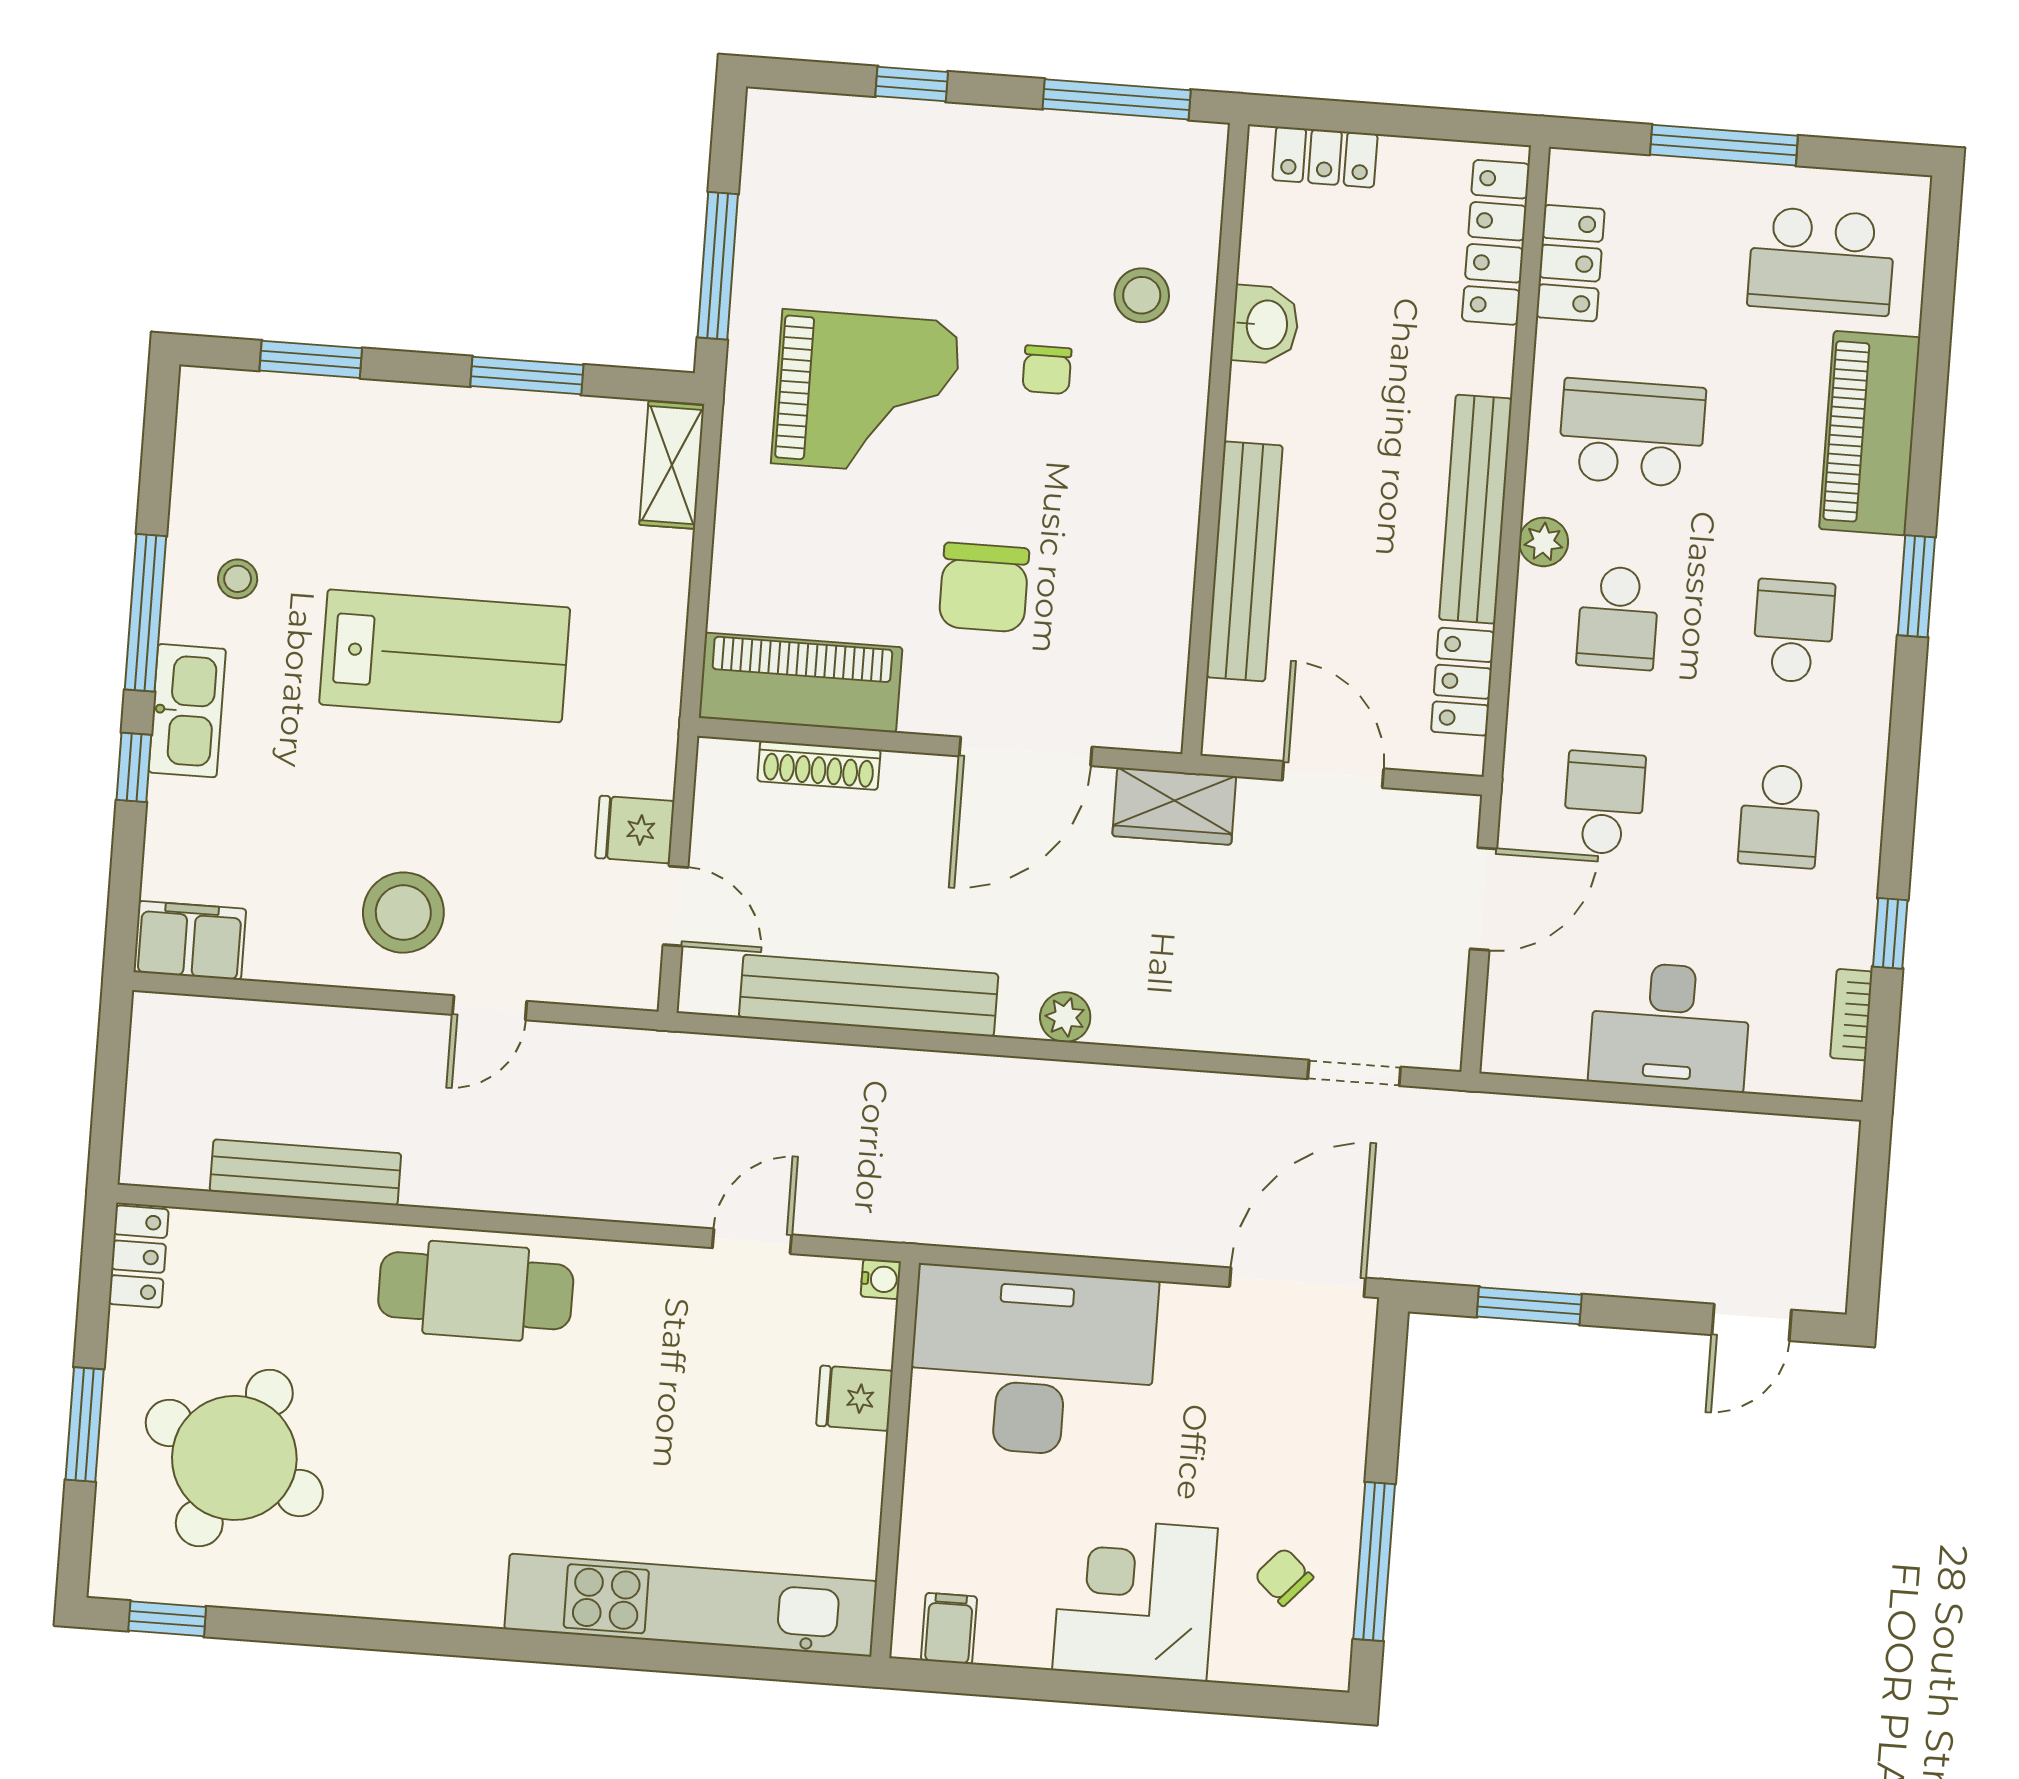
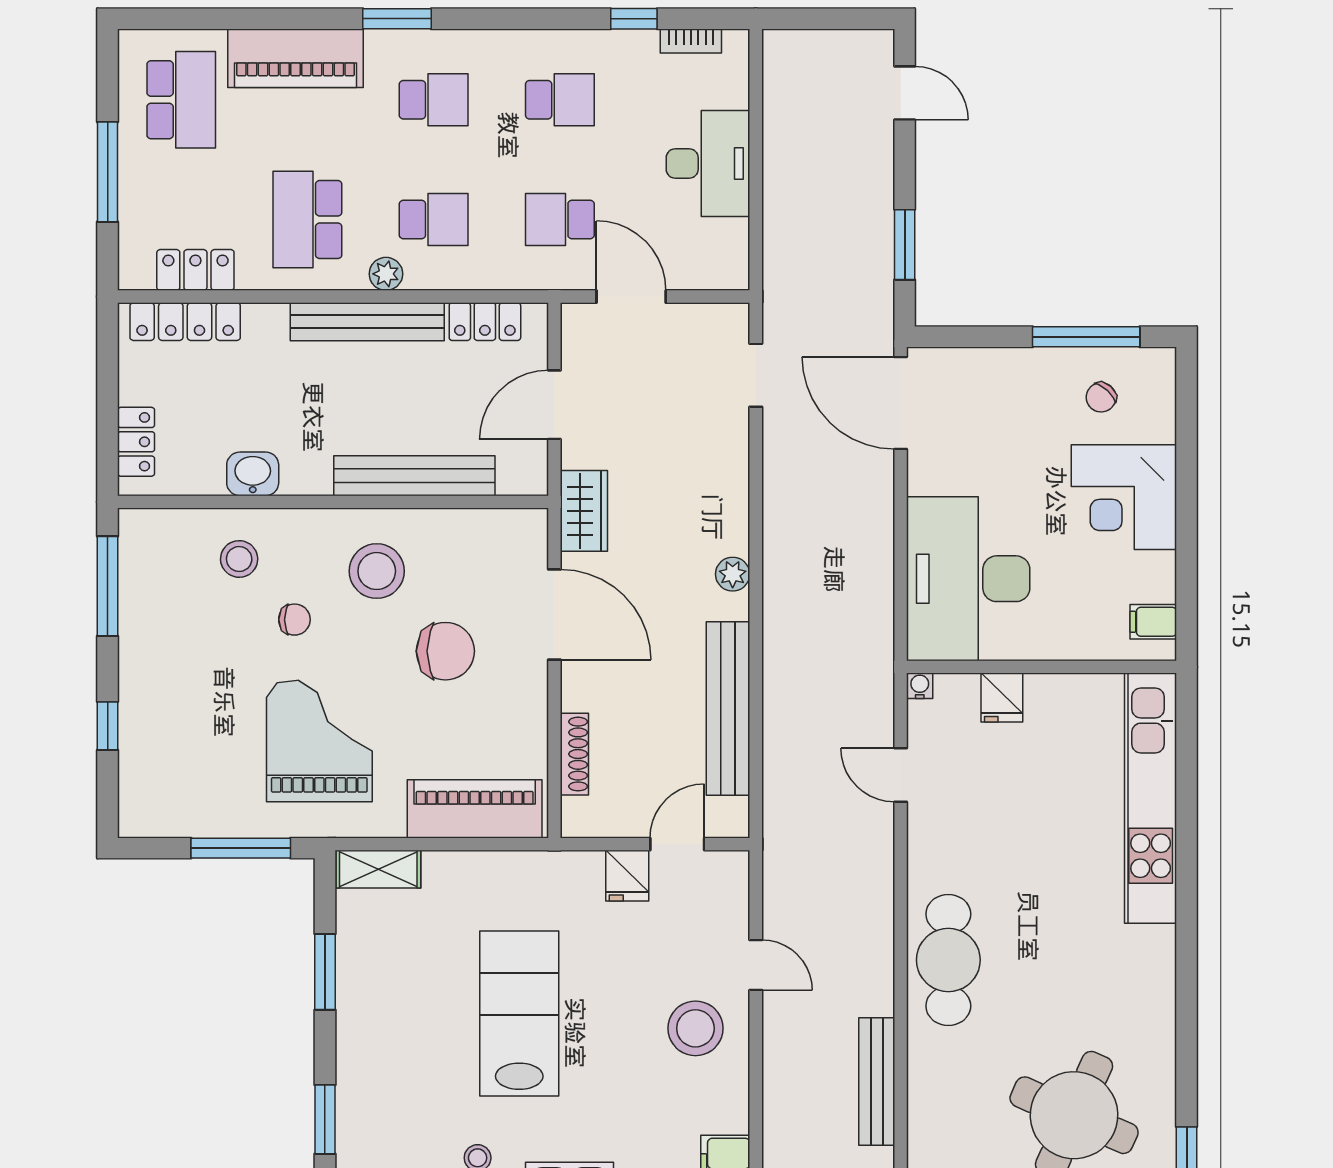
stool: (1109, 496) -> (377, 571), added
school desk: (1794, 631) -> (434, 100), turned 180
piano: (801, 683) -> (475, 809), moved, turned 90

